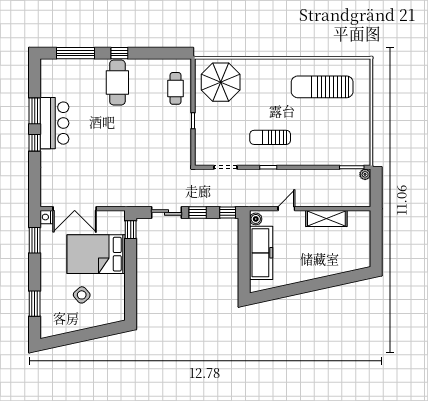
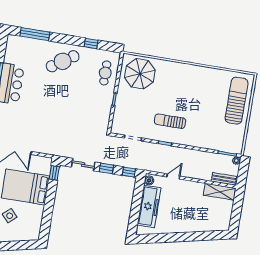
window: (119, 53) -> (91, 43), moved
cafe table: (117, 83) -> (63, 61), turned 56
sun lounger: (322, 87) -> (237, 101), moved, turned 90
bench: (353, 201) -> (224, 179), added
shelving: (326, 219) -> (220, 192), moved

